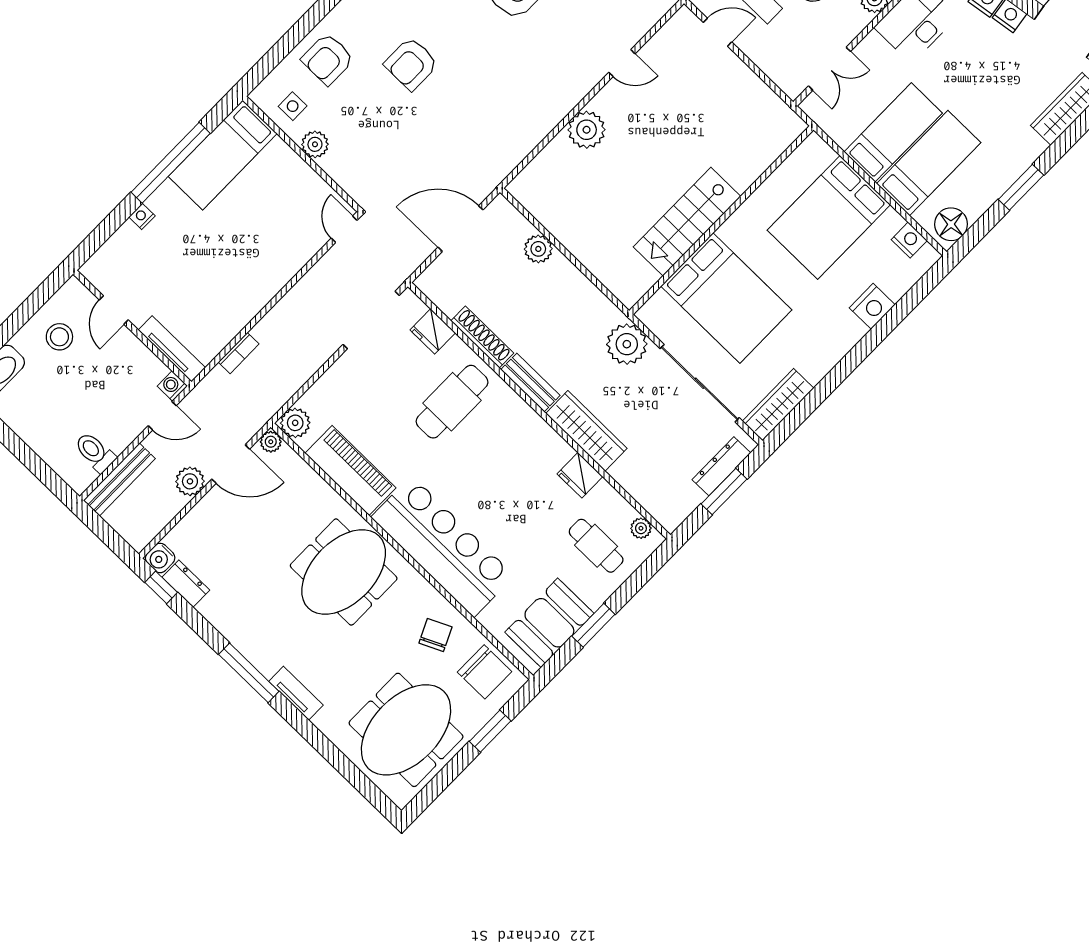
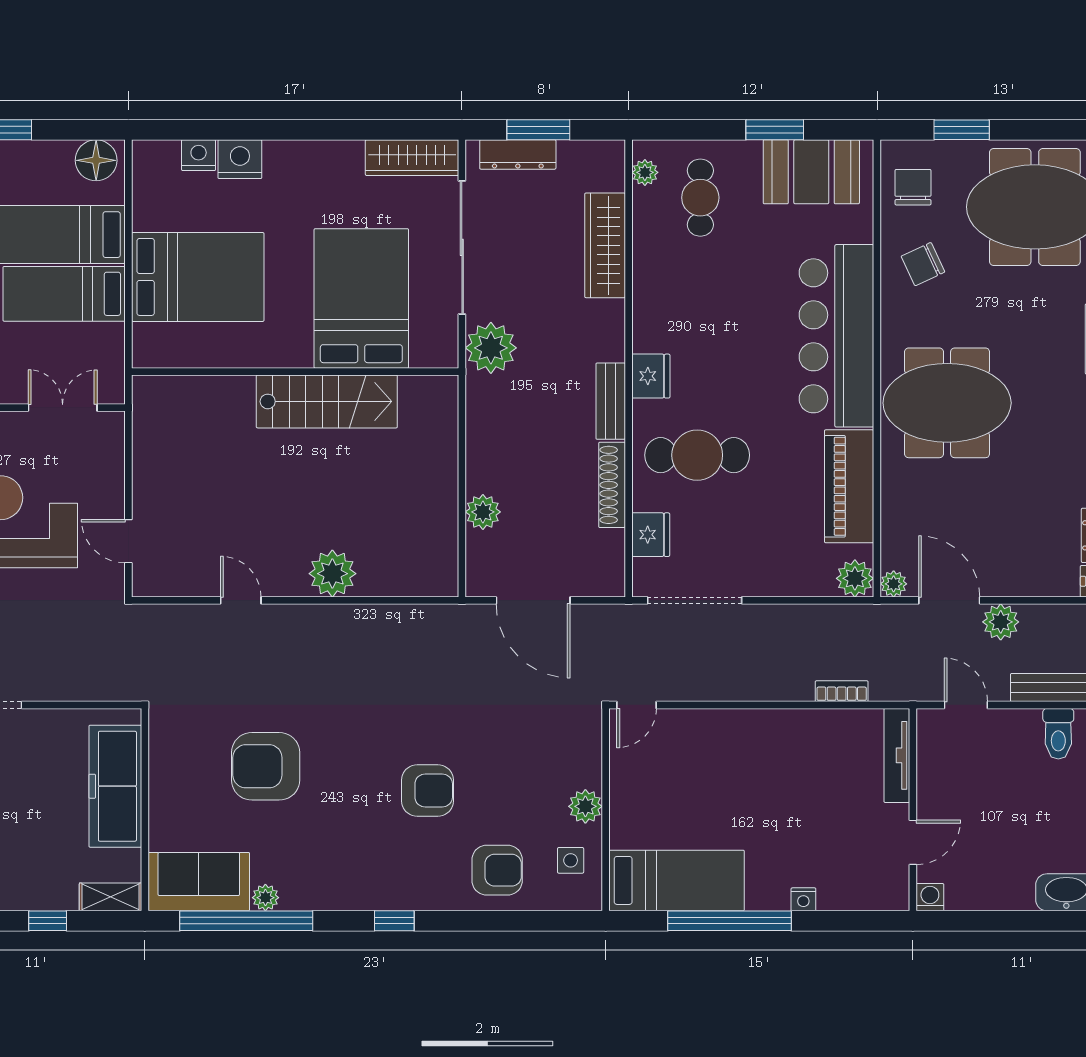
nightstand: (909, 240) -> (199, 155), moved, turned 90
stool: (59, 337) -> (985, 868), removed
washing machine: (172, 386) -> (930, 897), moved, turned 180
wardrobe: (586, 431) -> (605, 245), moved
fridge: (580, 475) -> (651, 376), moved
chair: (484, 672) -> (913, 187), width x0.73, depth x0.73

